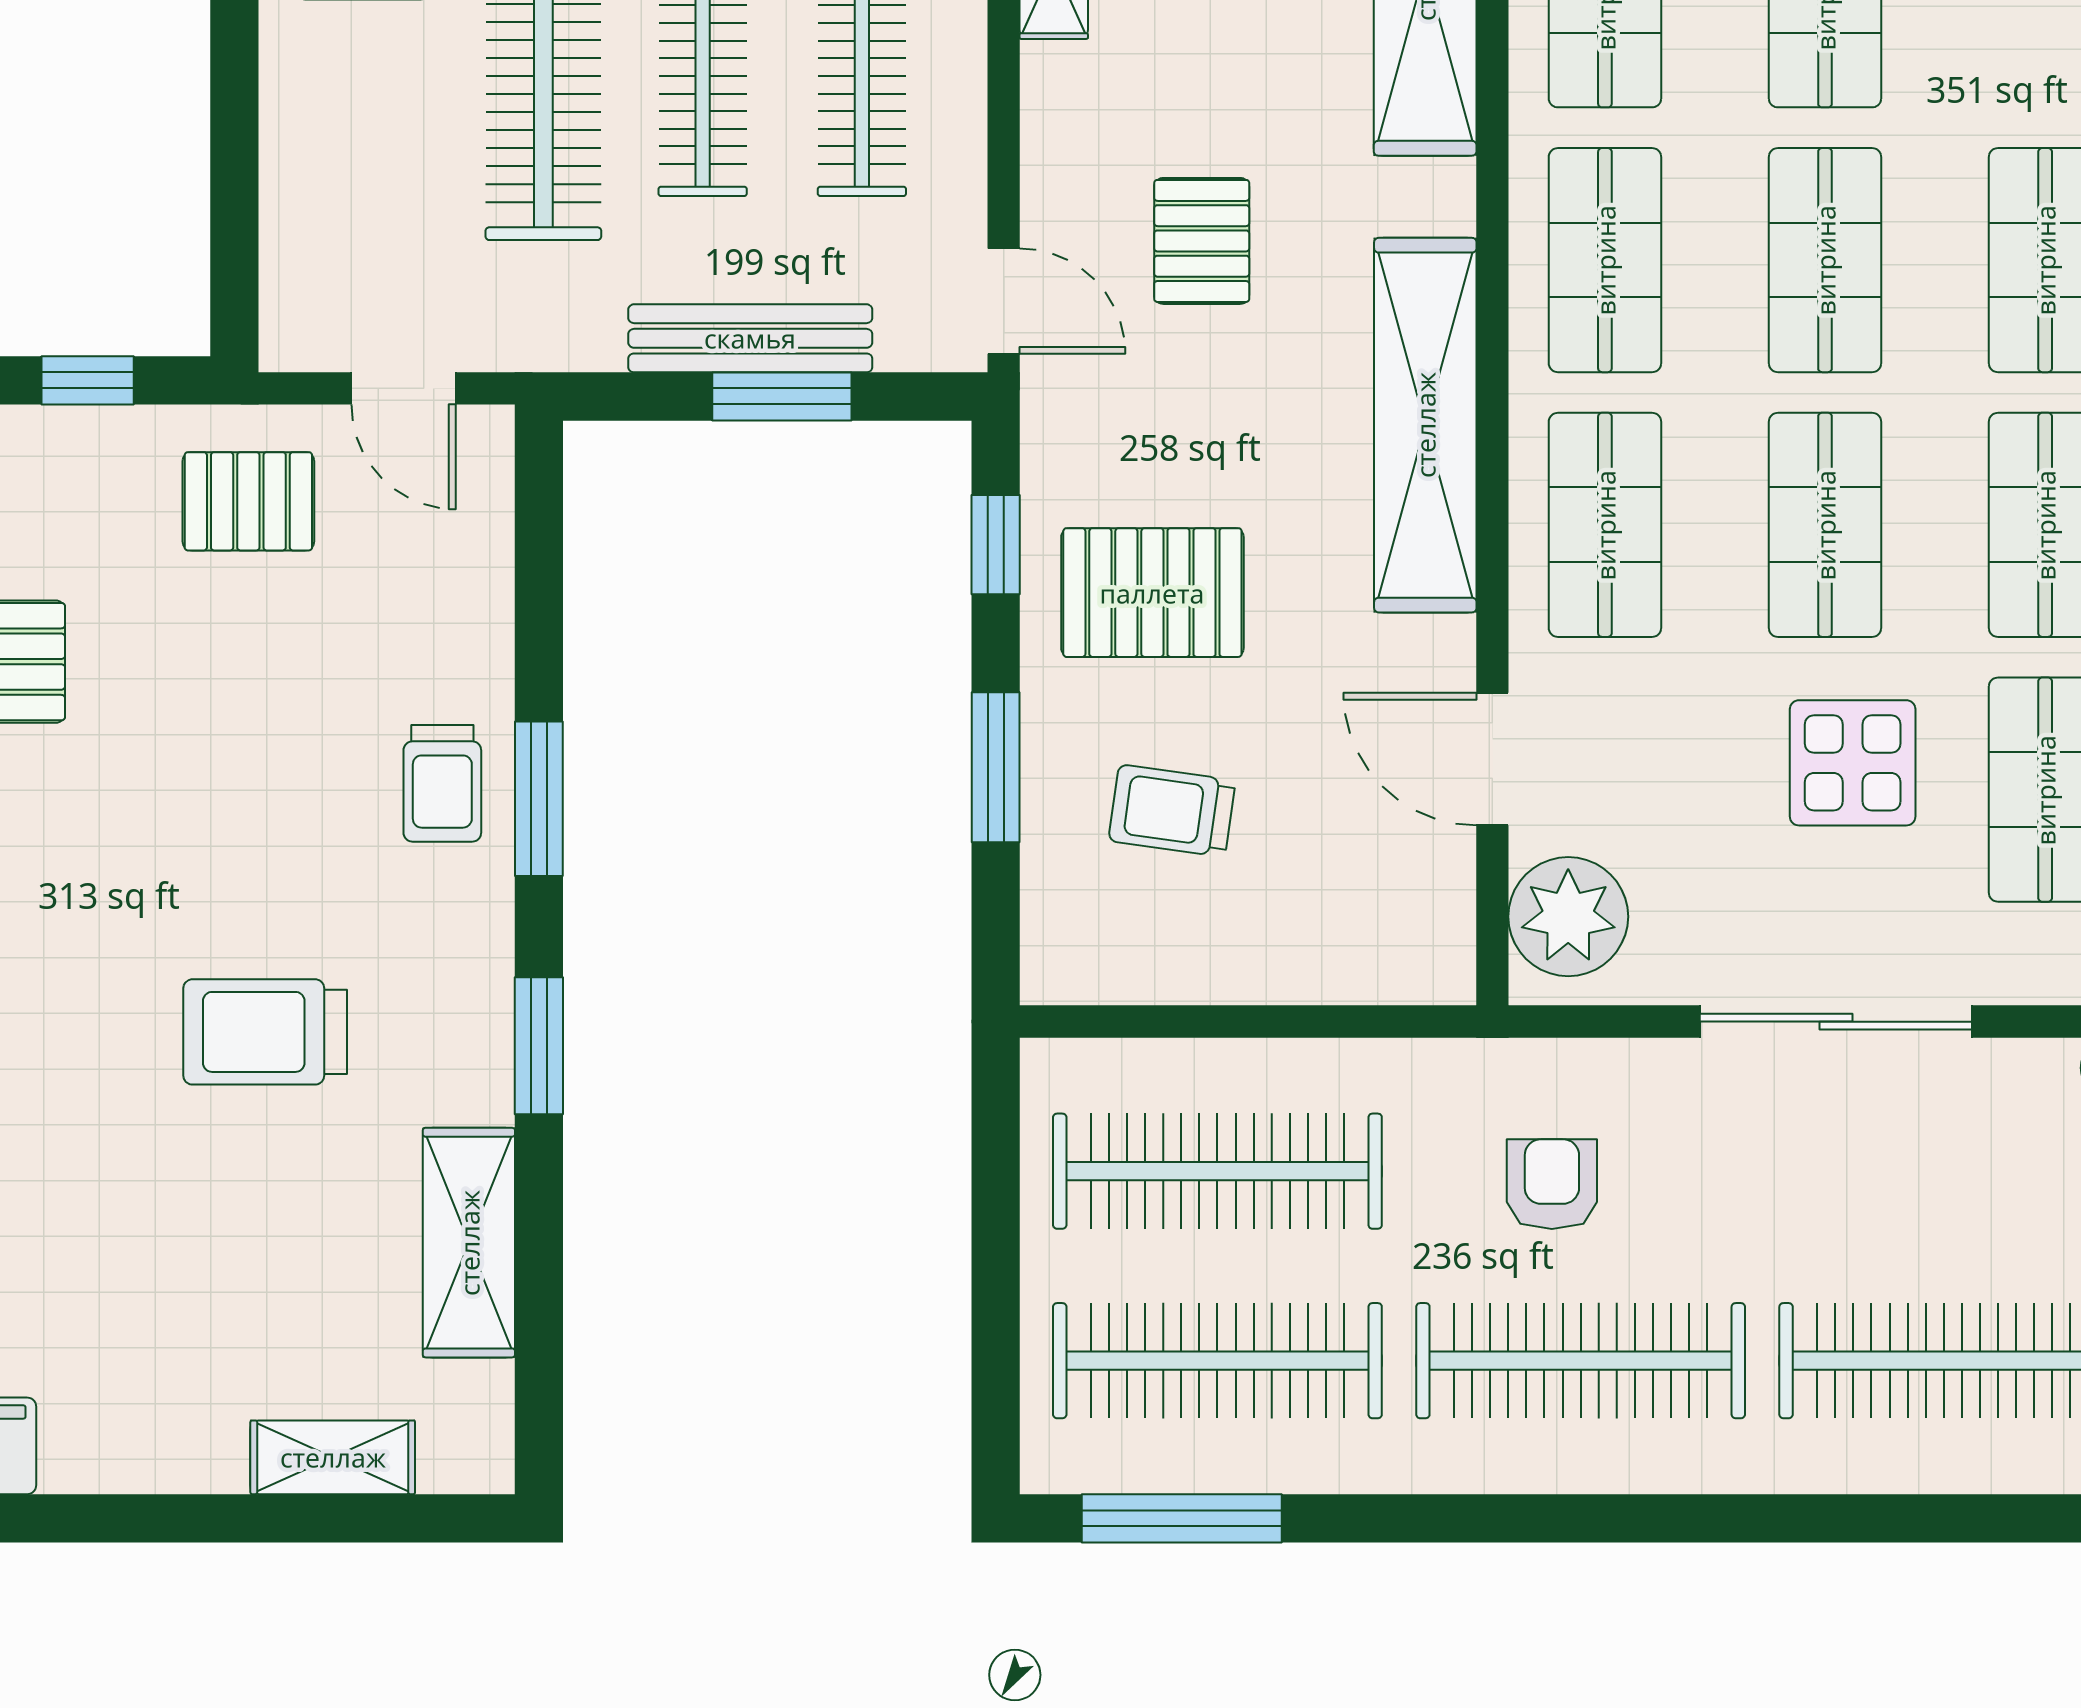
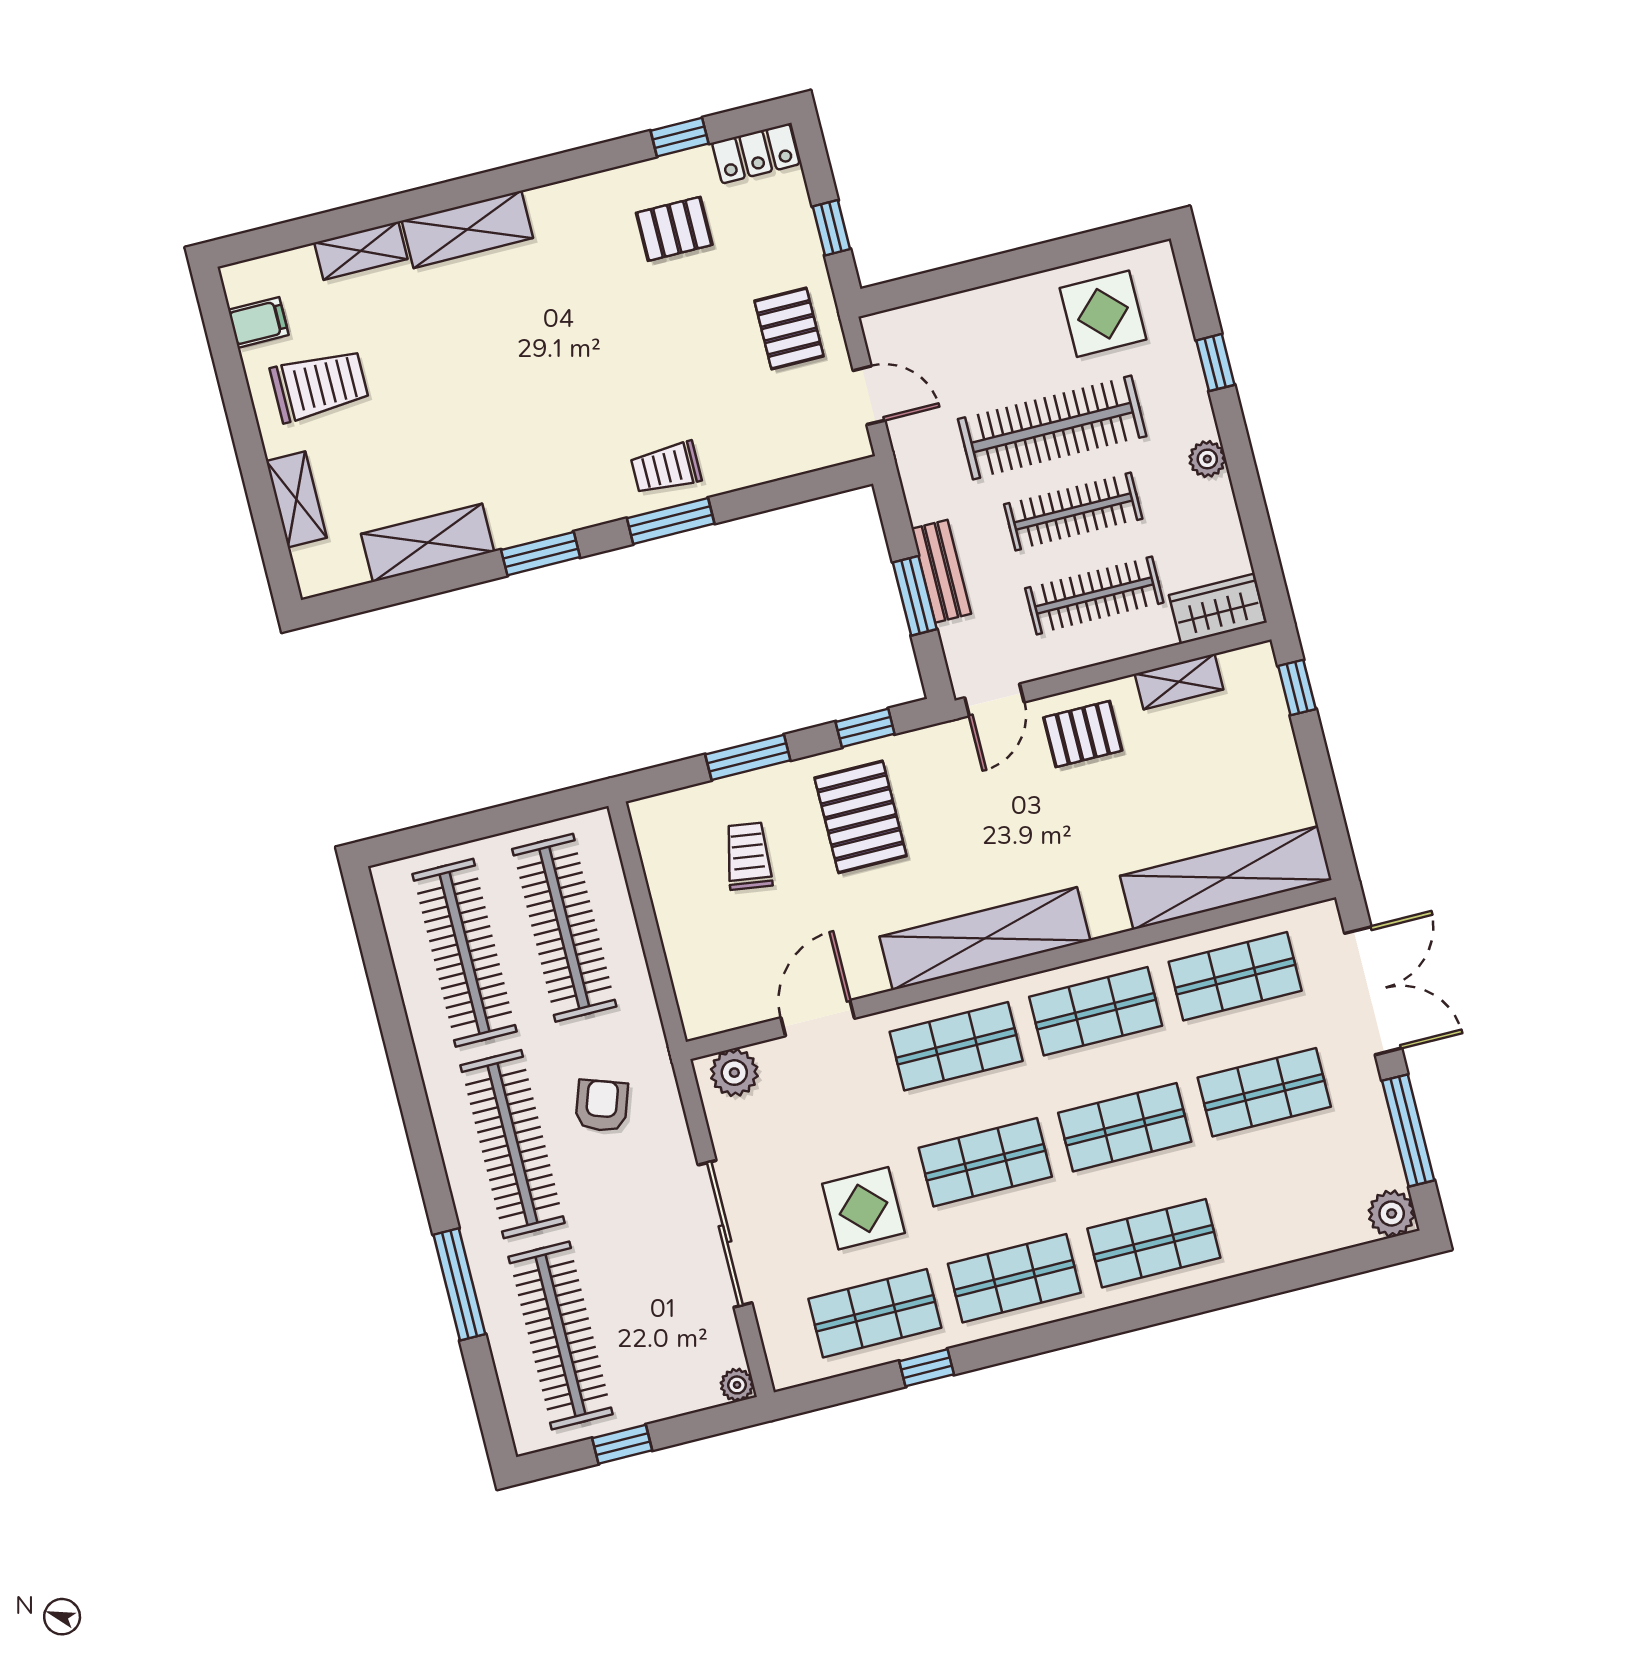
pallet: (1202, 241) -> (1083, 734), moved
bench: (750, 338) -> (941, 571), width x0.73
door: (404, 388) -> (869, 395), swing flipped
plant: (1568, 917) -> (734, 1073), width x0.73, depth x0.73
trolley: (265, 1032) -> (319, 385), moved, turned 90
armchair: (1552, 1184) -> (602, 1106), turned -71
window: (1182, 1518) -> (459, 1284), moved

